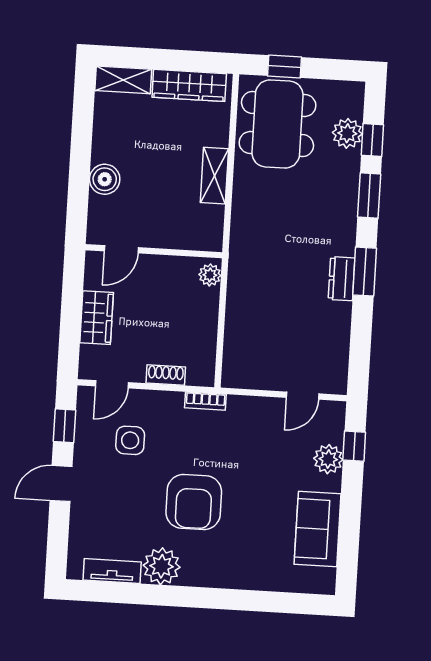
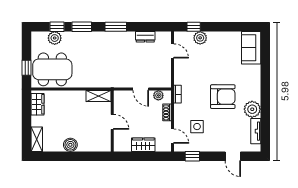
wardrobe: (189, 85) -> (38, 104), width x0.67
shelving: (214, 176) -> (98, 96), moved
boiler: (105, 179) -> (70, 145), moved
door: (121, 249) -> (112, 122), moved
plant: (210, 275) -> (158, 95), moved
dresser: (342, 279) -> (145, 37), moved
door: (221, 319) -> (141, 89), added
door: (61, 484) -> (233, 156), moved
sofa: (318, 529) -> (251, 48), moved, turned 90

